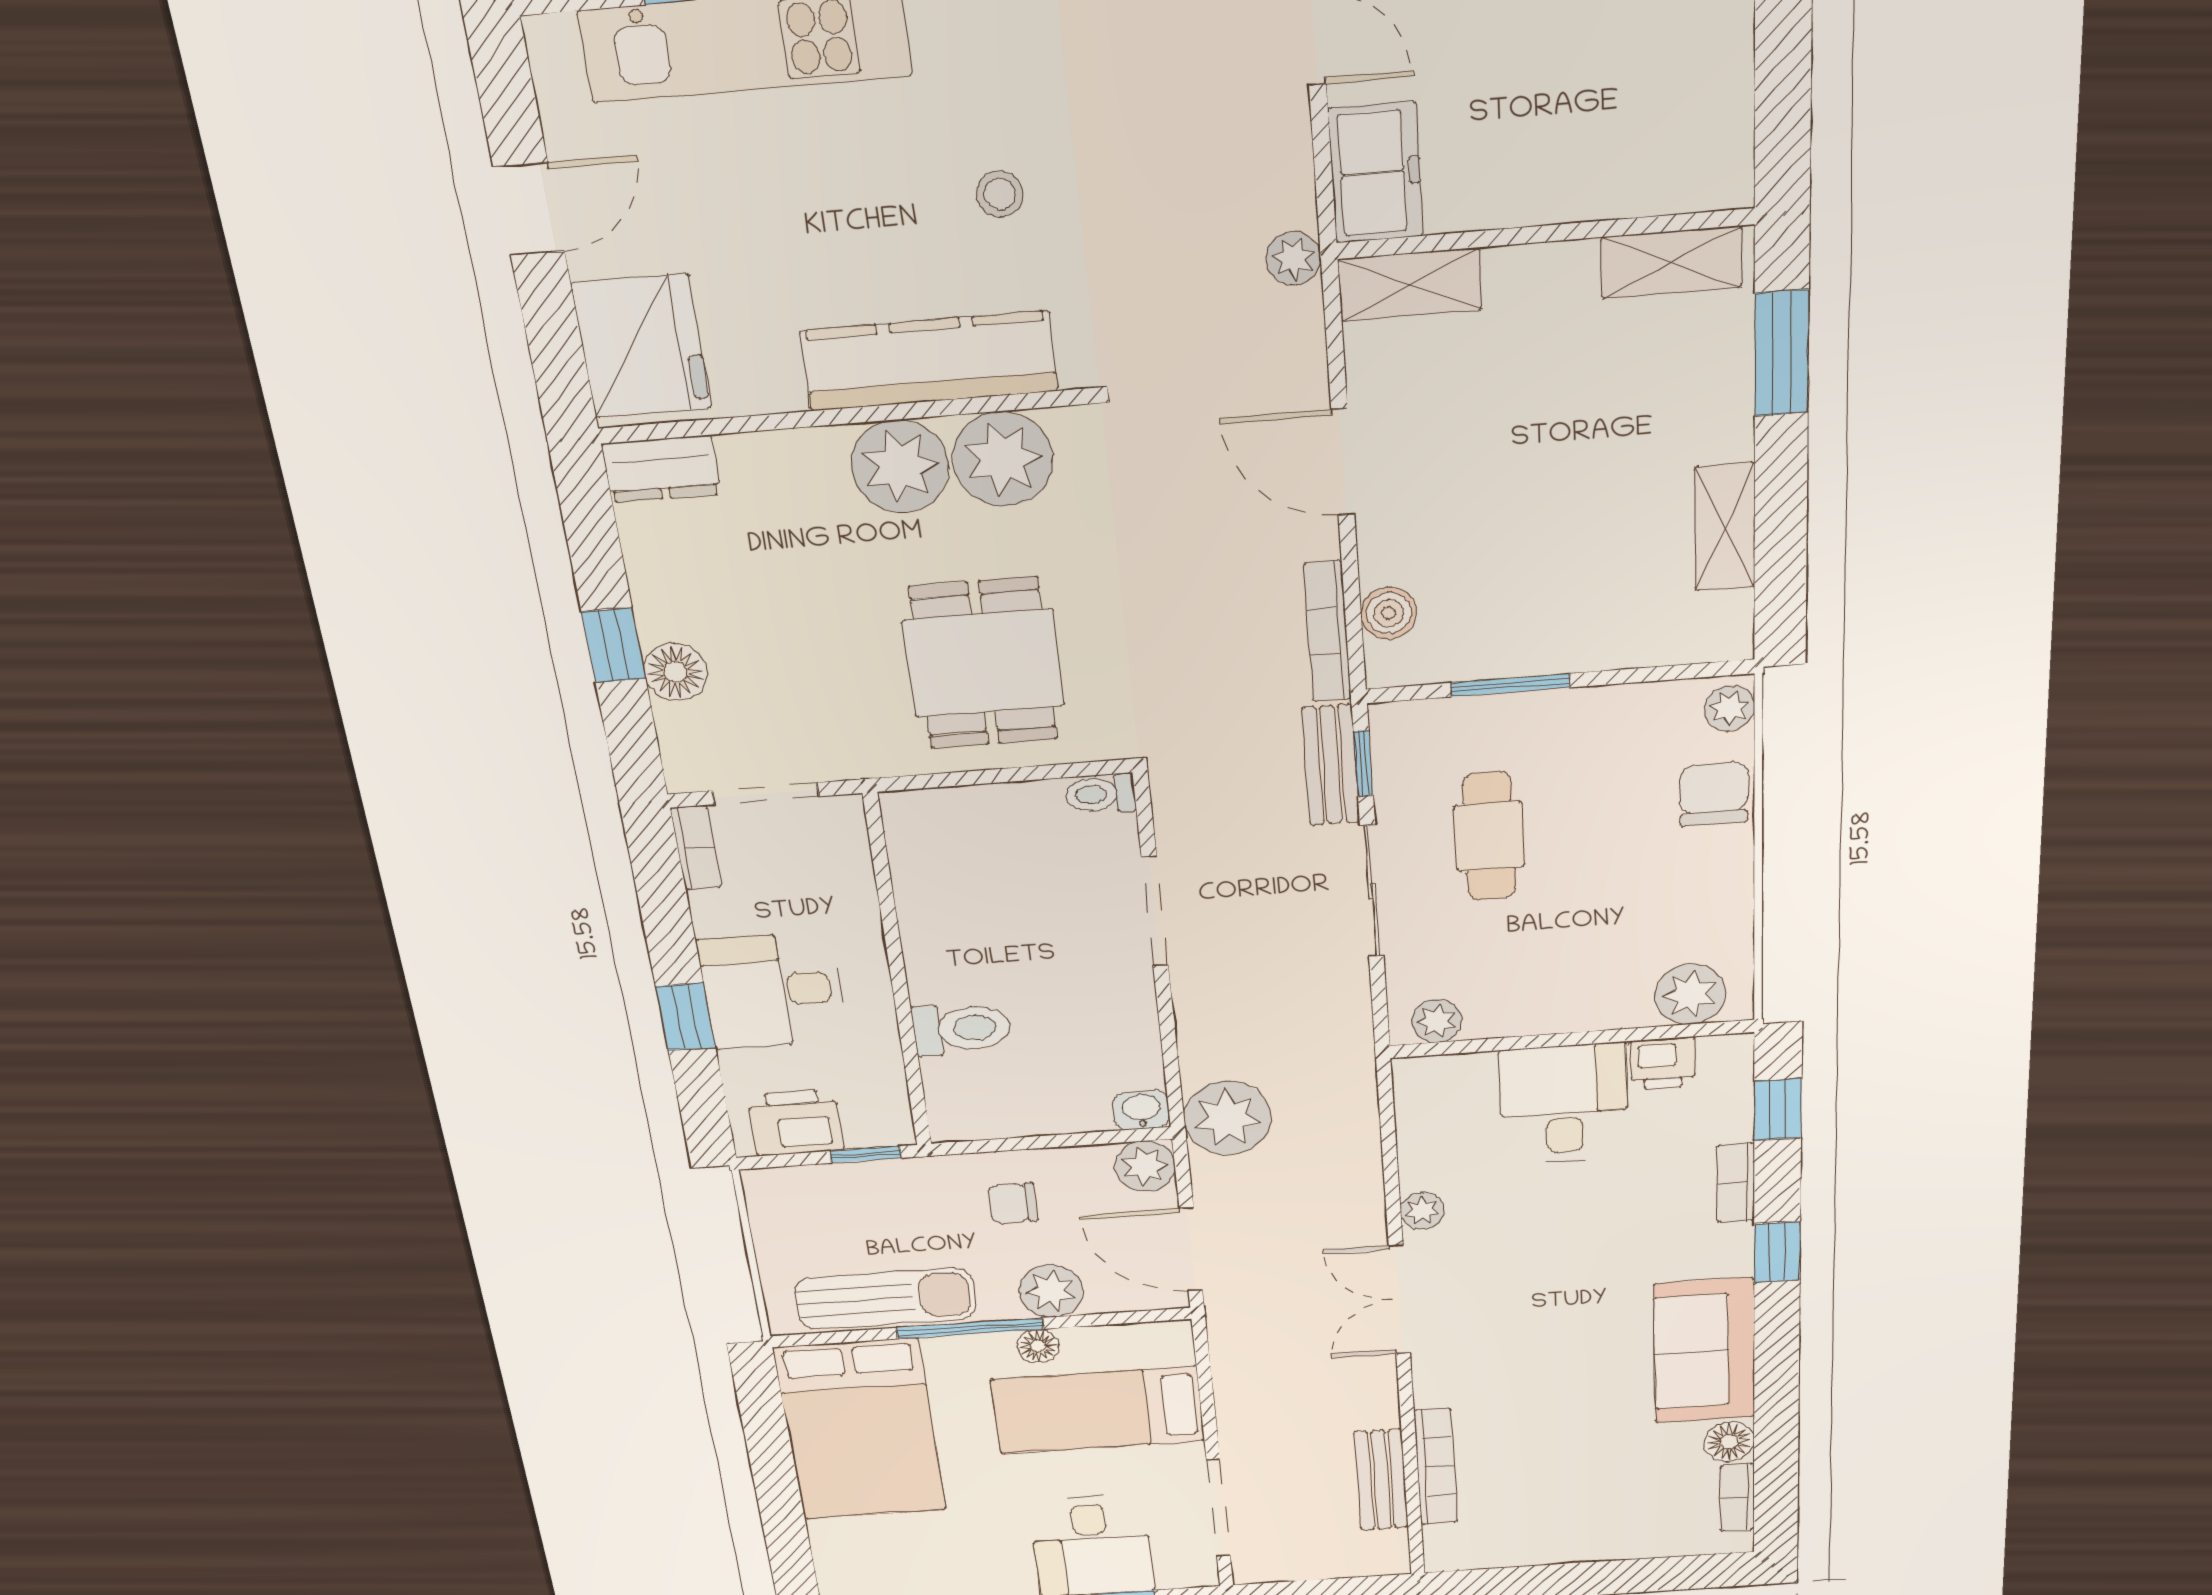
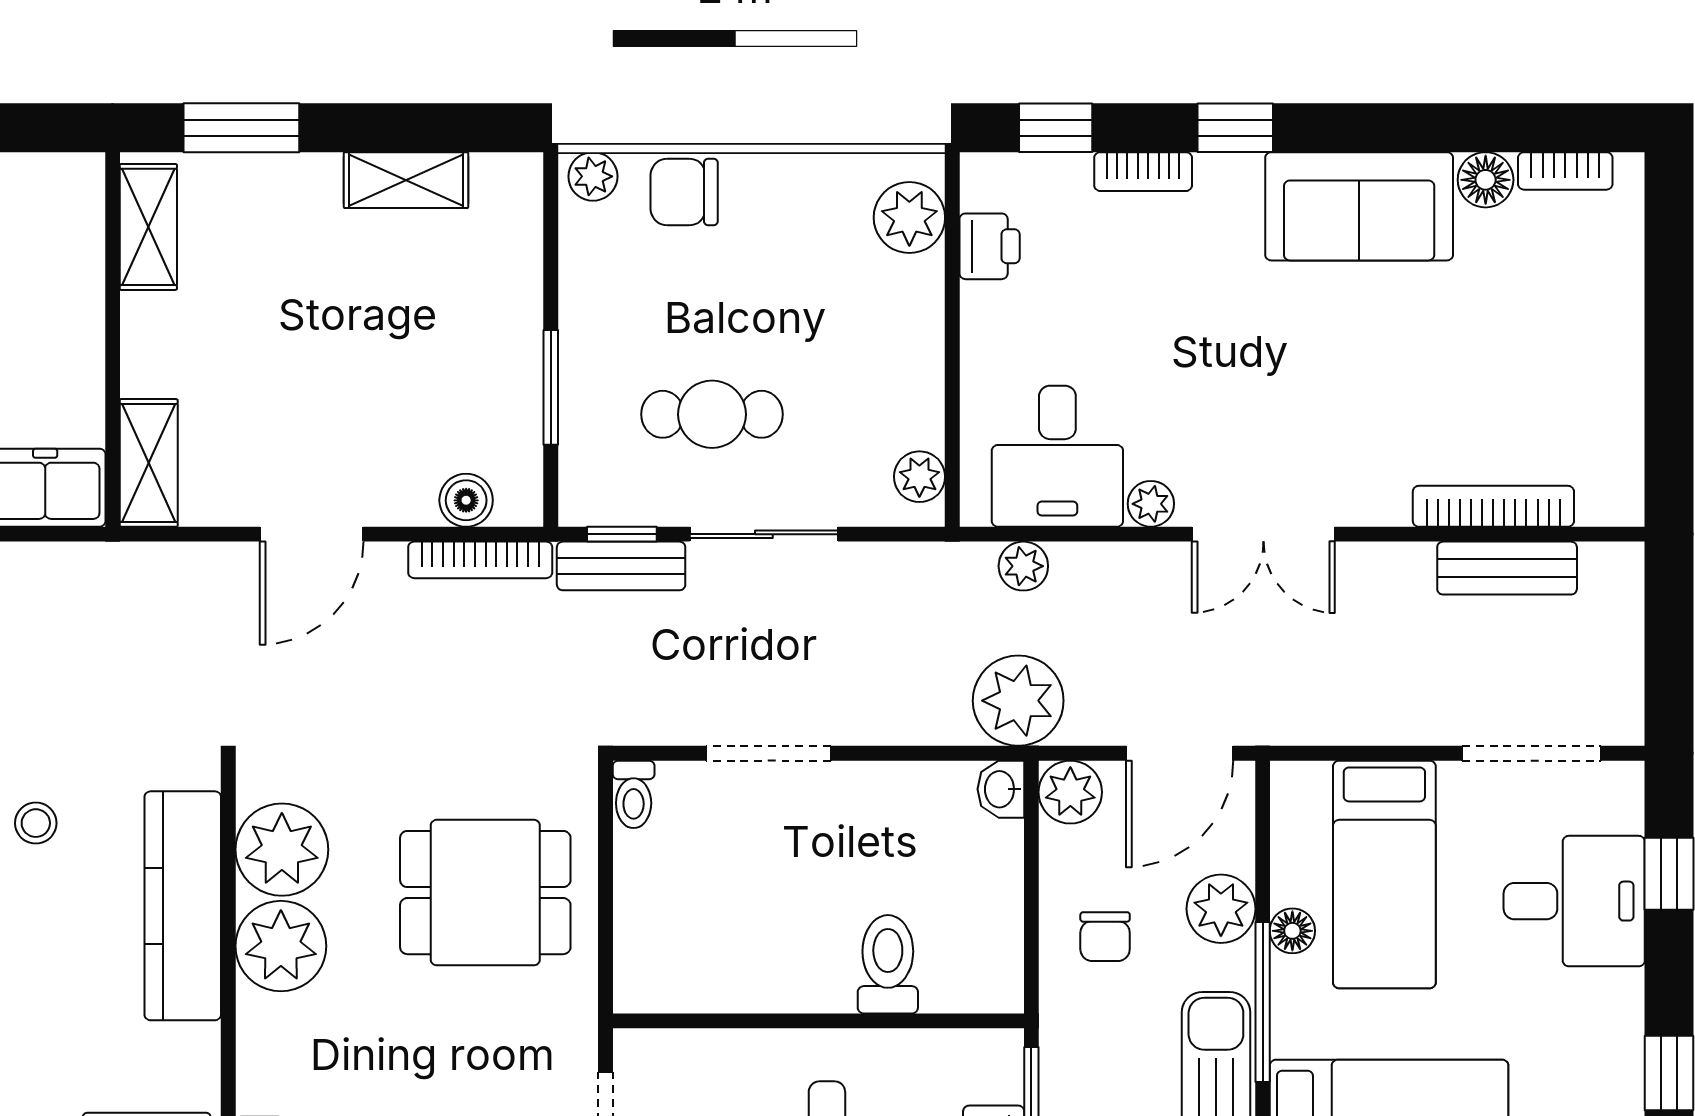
plant: (1294, 259) -> (1023, 566), moved
desk: (1564, 1104) -> (1057, 456), moved, turned -90

